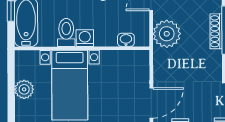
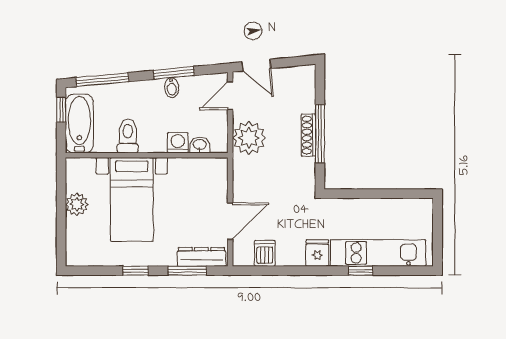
washing machine: (85, 38) -> (178, 143), moved

